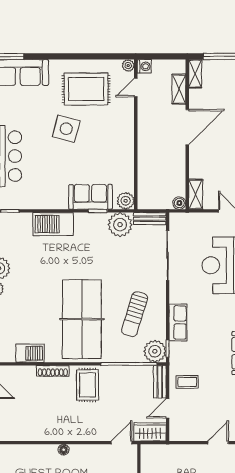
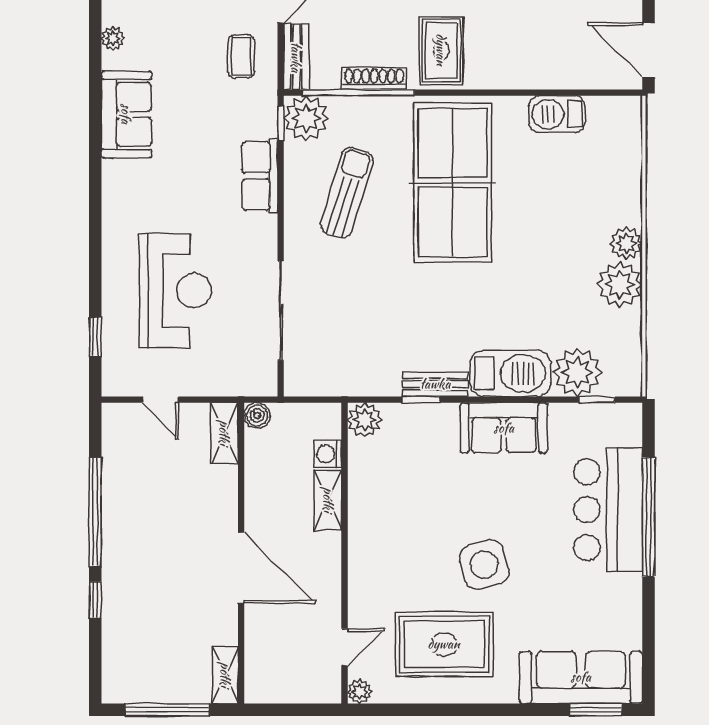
washing machine: (144, 66) -> (328, 454), moved
shelving: (179, 89) -> (328, 500), moved
door: (187, 127) -> (241, 568), swing flipped
side table: (66, 129) -> (484, 565), turned -31
sofa: (90, 197) -> (504, 428), moved
bench: (149, 219) -> (435, 384), moved
plant: (120, 225) -> (577, 372), moved
shoe rack: (53, 371) -> (374, 79), moved
coffee table: (187, 382) -> (241, 56), turned 90

